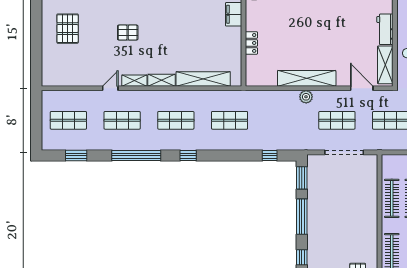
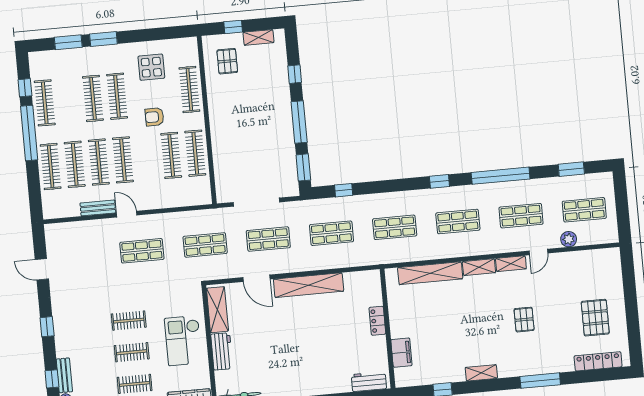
pallet: (128, 33) -> (524, 320), turned 90
door: (362, 88) -> (256, 278), moved
plant: (306, 97) -> (569, 239), moved
shop shelf: (283, 120) -> (331, 233), added

